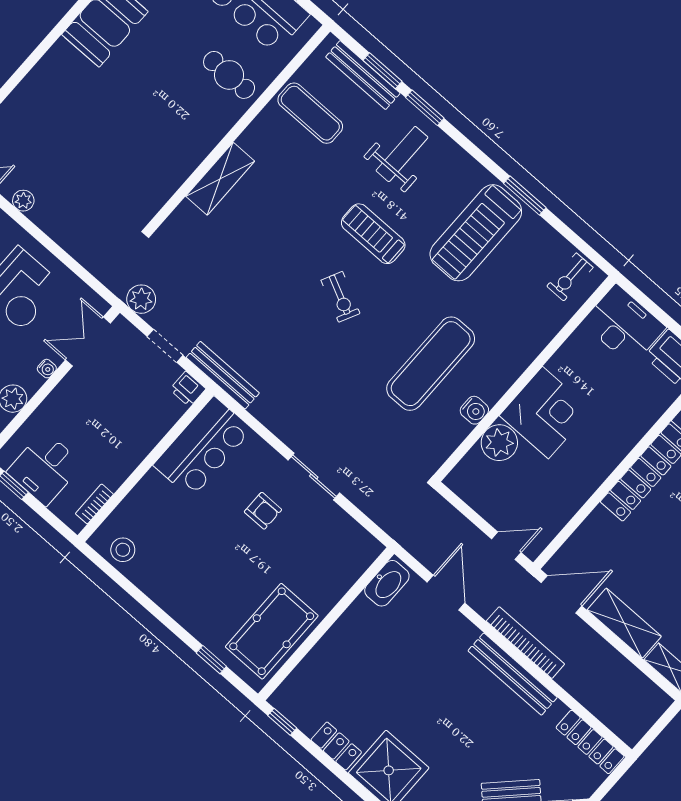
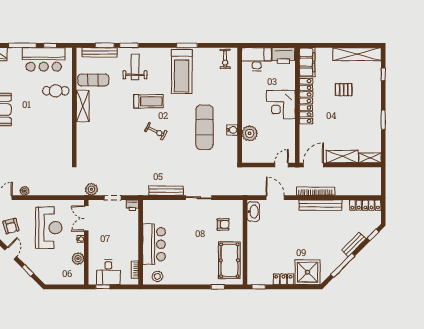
shelving: (220, 179) -> (83, 106), moved
treadmill: (373, 234) -> (148, 101), turned 180
bench: (223, 375) -> (166, 191), moved
corner desk: (545, 413) -> (281, 105), moved, turned 180
bar counter: (203, 447) -> (154, 244), moved
armchair: (263, 511) -> (223, 224), moved

